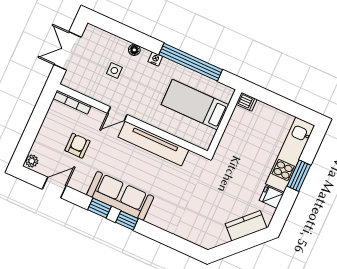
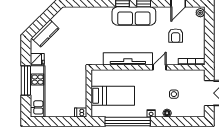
window: (299, 176) -> (26, 80), width x1.44

